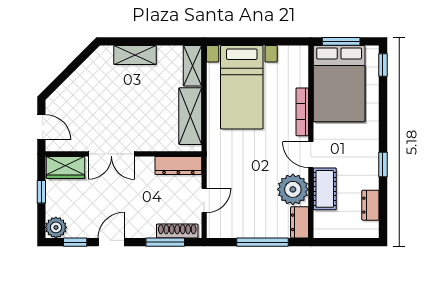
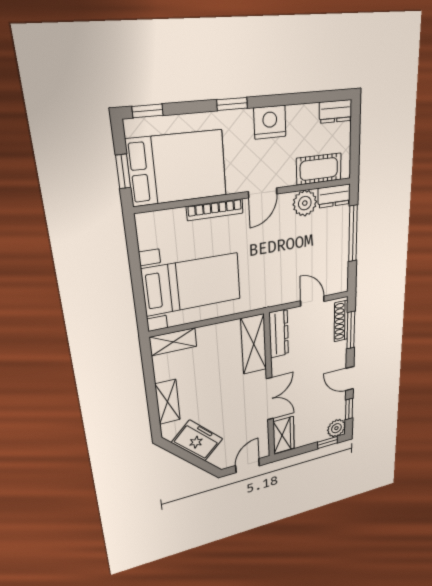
window: (341, 41) -> (123, 171), width x0.67
freezer: (86, 79) -> (197, 441), added
shelving: (190, 116) -> (254, 344), moved, turned 90
nightstand: (367, 163) -> (270, 122), added
window: (383, 165) -> (232, 104), moved
plant: (293, 189) -> (305, 203), width x0.73, depth x0.73
cot: (325, 189) -> (319, 169), moved
window: (41, 192) -> (327, 442), moved
dresser: (370, 205) -> (336, 111), moved

